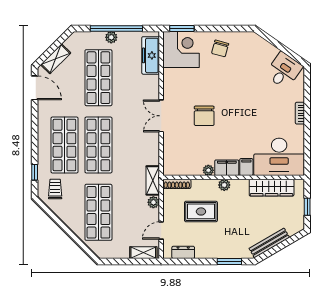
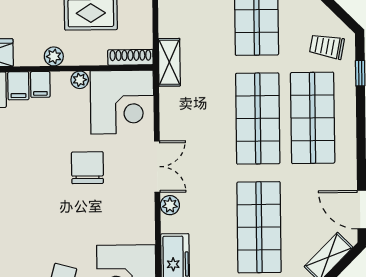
corner desk: (182, 156) -> (122, 102), added
filing cabinet: (227, 168) -> (40, 84), width x0.50
trolley: (55, 189) -> (327, 46), turned 101
plant: (153, 202) -> (170, 205), moved

